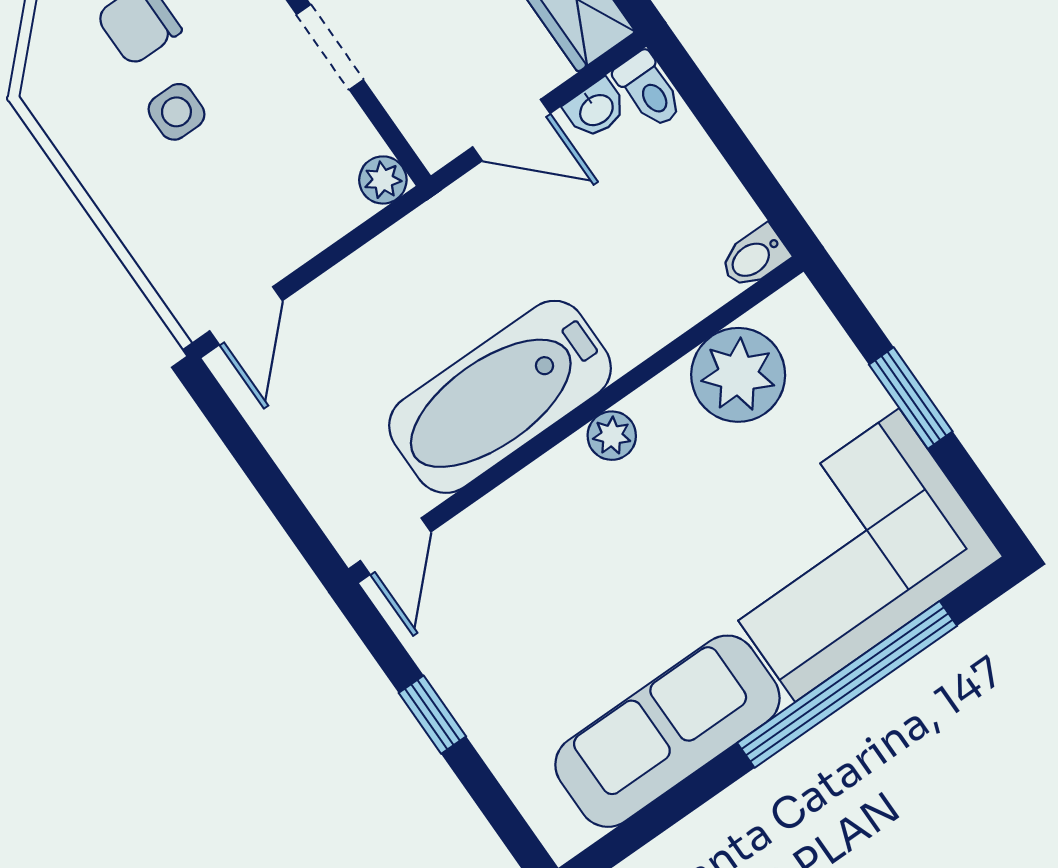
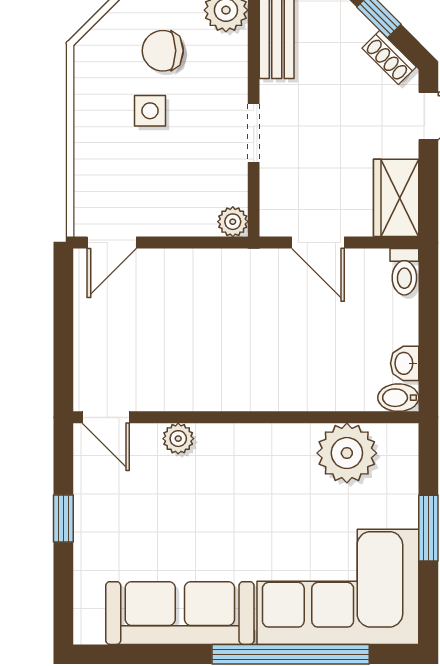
washbasin: (596, 109) -> (405, 363), moved, turned 90
bathtub: (500, 397) -> (215, 378), removed
plant: (612, 436) -> (178, 439), moved
door: (396, 546) -> (106, 417), hinge flipped

